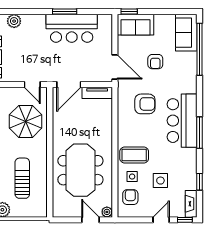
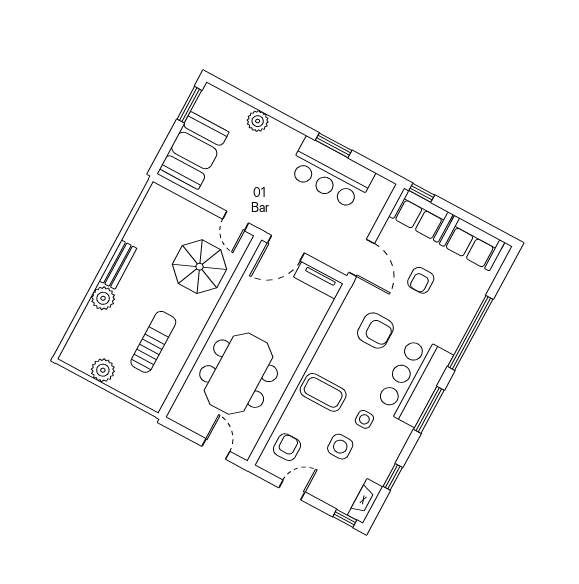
sofa: (186, 33) -> (472, 243), moved, turned -90
window: (199, 49) -> (470, 333), moved
side table: (132, 177) -> (364, 419), moved
plant: (107, 212) -> (244, 450), removed
door: (161, 220) -> (292, 490), moved

